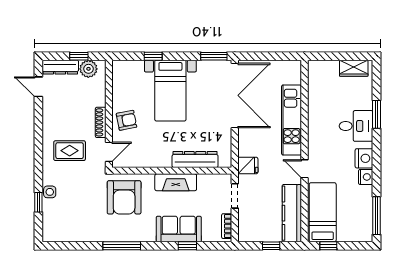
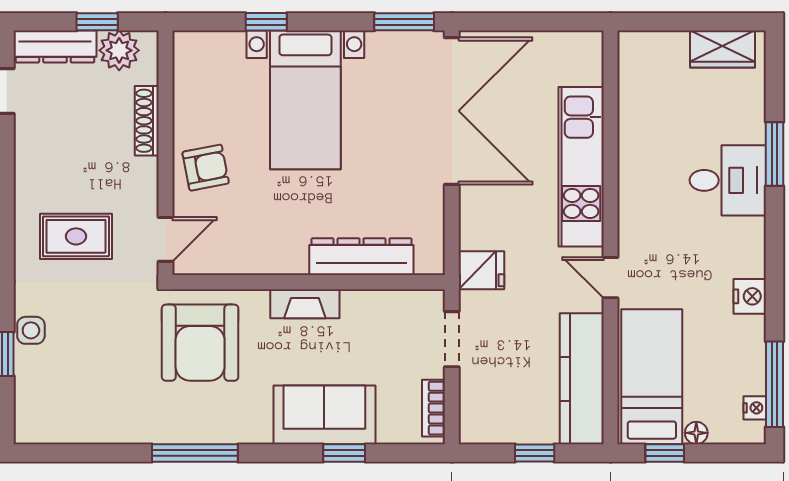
shoe rack: (101, 122) -> (147, 121), moved
nightstand: (364, 158) -> (755, 408), moved, width x0.53, depth x0.56
fireplace: (176, 182) -> (305, 304), width x0.73, depth x0.76
floor lamp: (342, 237) -> (696, 433), added

